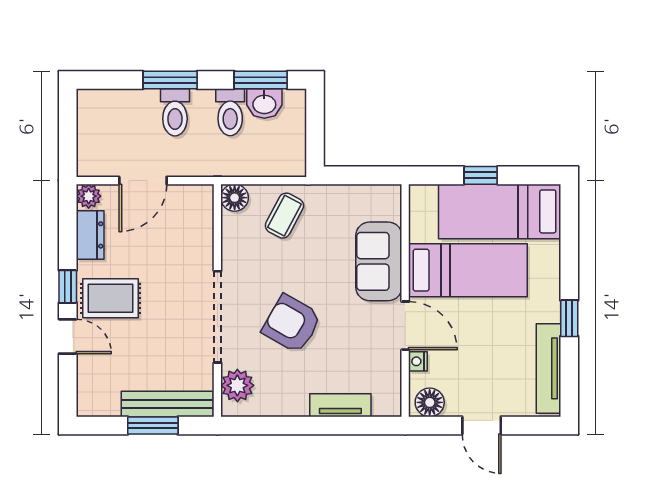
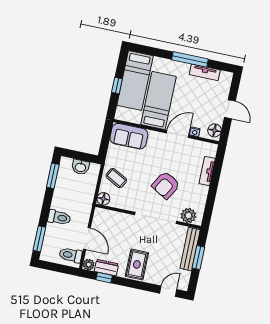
window: (170, 80) -> (39, 239), moved
washbasin: (264, 104) -> (80, 167), moved, turned 90
toilet: (230, 112) -> (71, 255), moved, turned 180
sofa: (379, 261) -> (129, 136), moved
window: (68, 287) -> (104, 278), moved
window: (569, 318) -> (190, 59), width x2.17
door: (68, 336) -> (168, 291), moved
tv unit: (548, 368) -> (205, 72), width x0.71
door: (482, 426) -> (230, 109), hinge flipped

